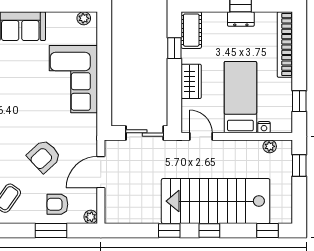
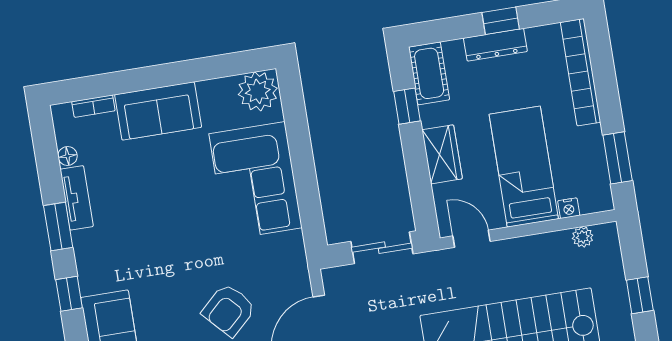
plant: (84, 18) -> (258, 91), width x1.88, depth x1.88
dresser: (241, 19) -> (495, 45), width x1.44
window: (299, 101) -> (618, 158), width x1.50
window: (299, 165) -> (640, 295), moved

